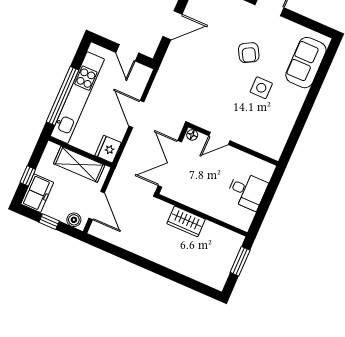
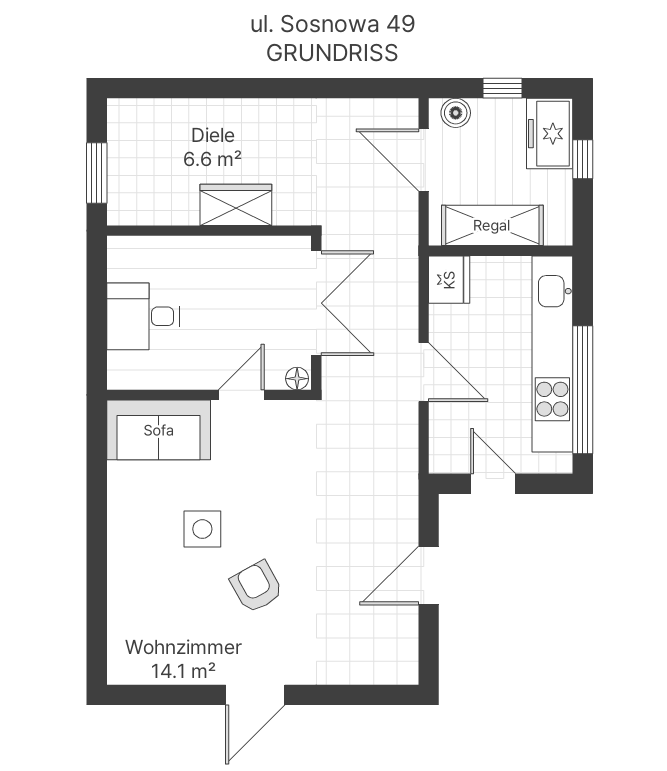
sofa: (306, 63) -> (159, 430), moved, turned 90
window: (63, 96) -> (583, 390), moved

